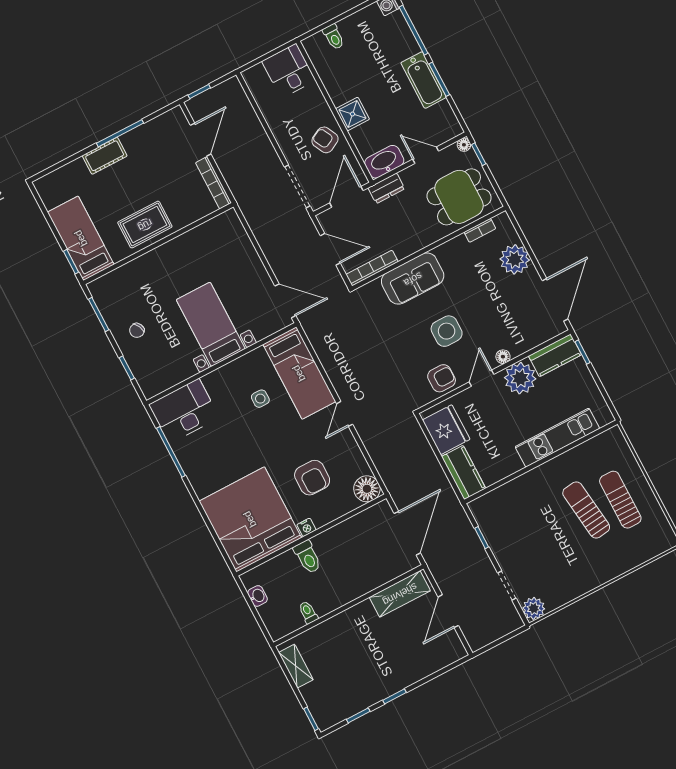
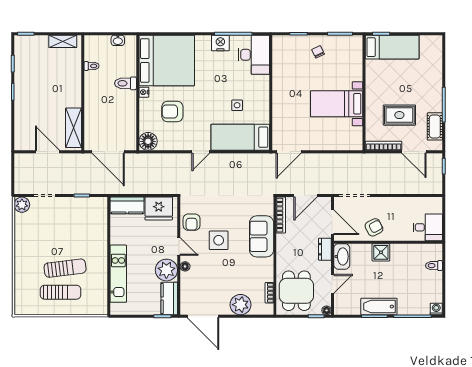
cot: (105, 156) -> (435, 126), moved
rug: (145, 225) -> (399, 115), moved, turned 90
bed with nightstands: (211, 324) -> (337, 104), moved, turned 180
door: (345, 414) -> (201, 152), swing flipped
nightstand: (191, 462) -> (220, 43), added

